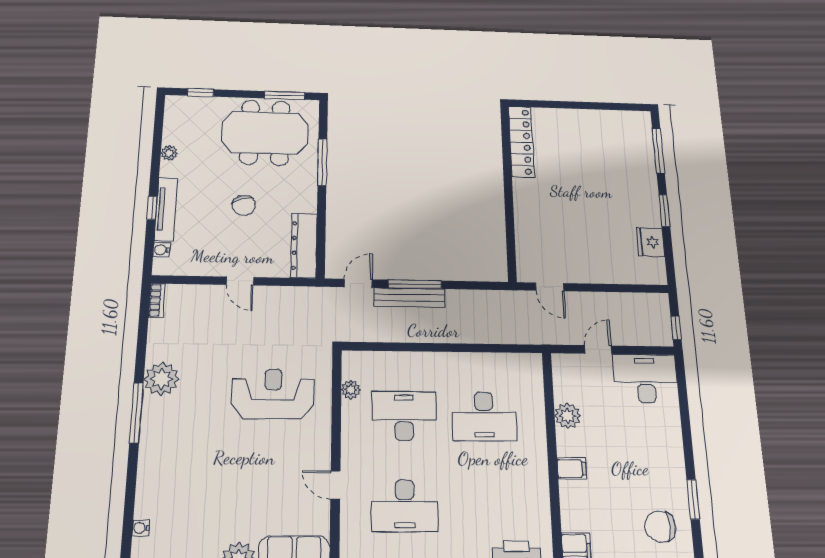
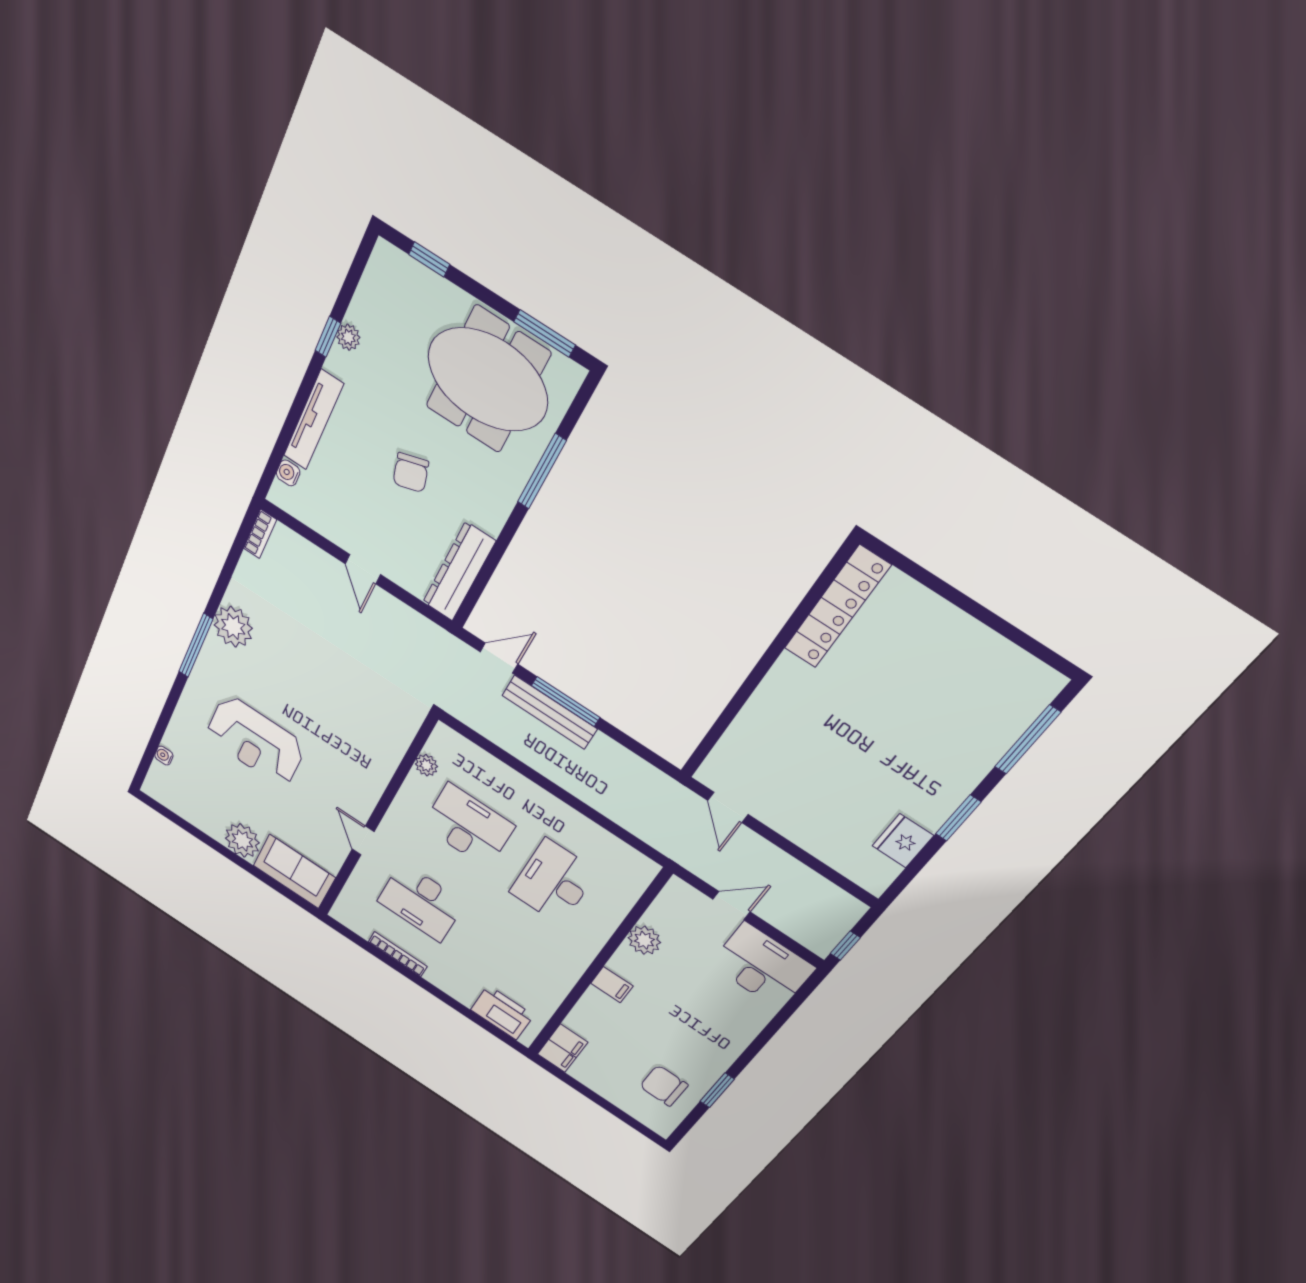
window: (152, 208) -> (328, 337), moved
reception desk: (273, 394) -> (255, 741), moved, turned 180
desk: (484, 416) -> (553, 882), turned 90

